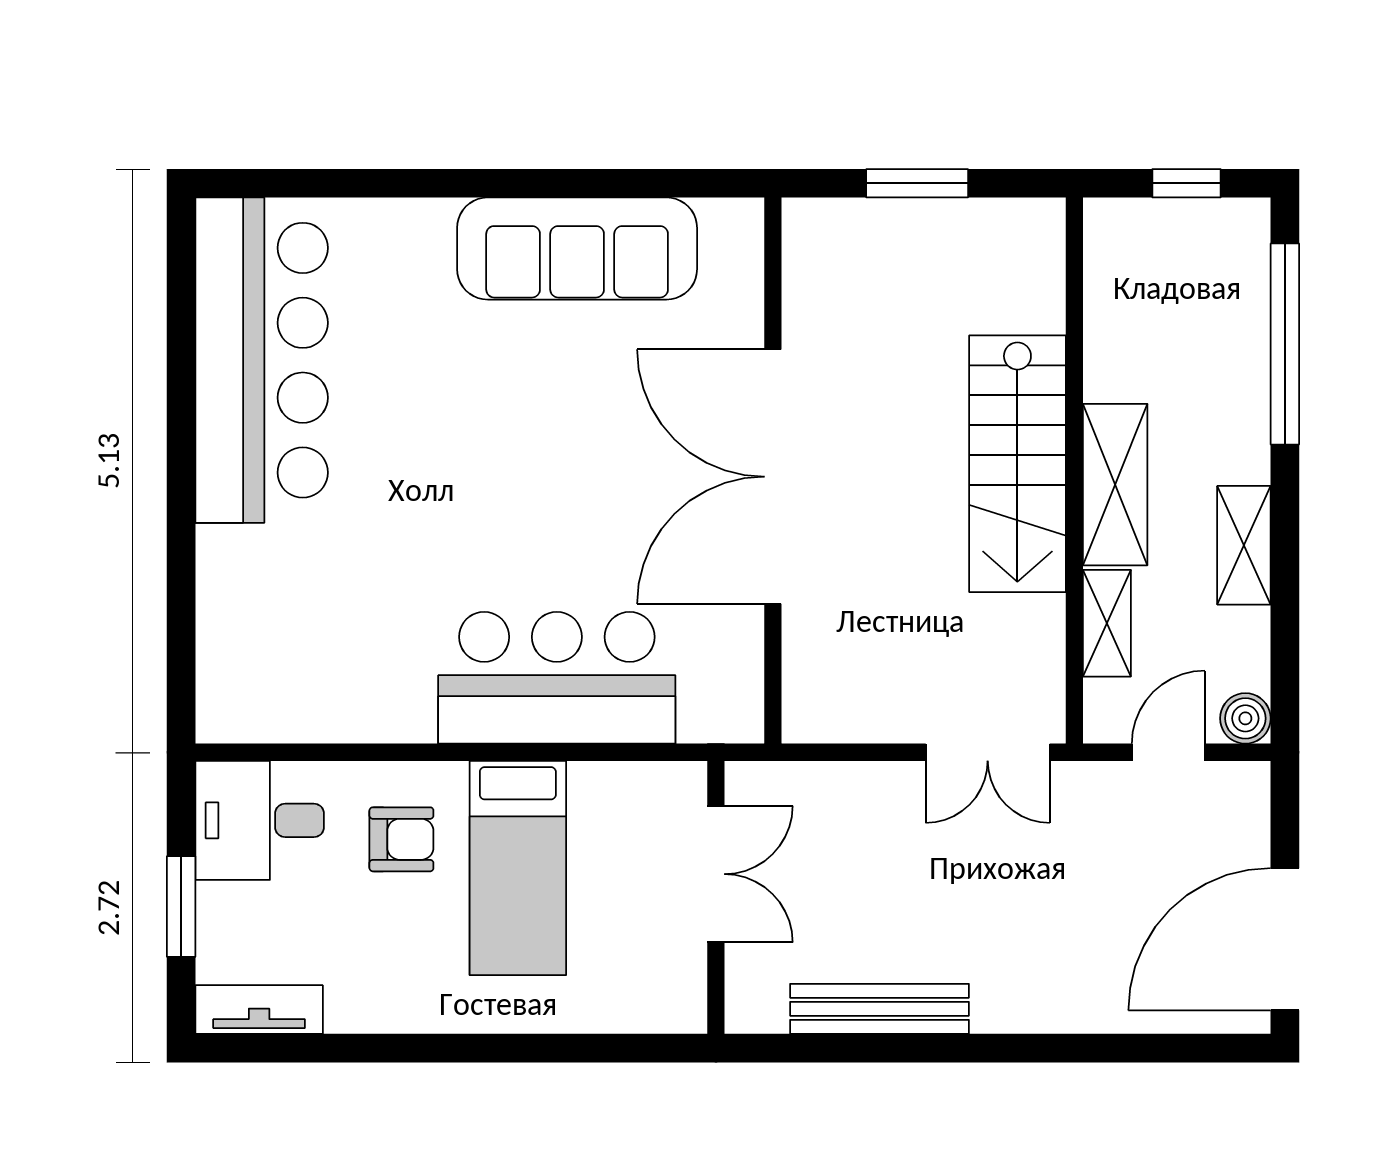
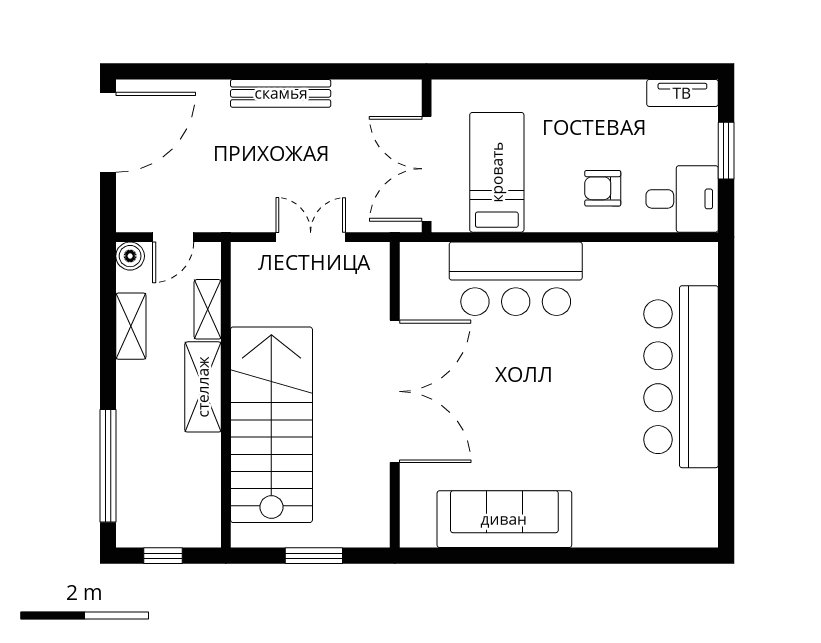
bar counter: (262, 360) -> (681, 377), moved
stairs: (1017, 464) -> (271, 425), width x1.36, depth x1.51
shelving: (1244, 545) -> (131, 326), moved
double door: (988, 752) -> (311, 237), moved
bed: (518, 868) -> (497, 172), moved
double door: (716, 874) -> (427, 169), width x1.37
bench: (879, 1009) -> (281, 93), moved

